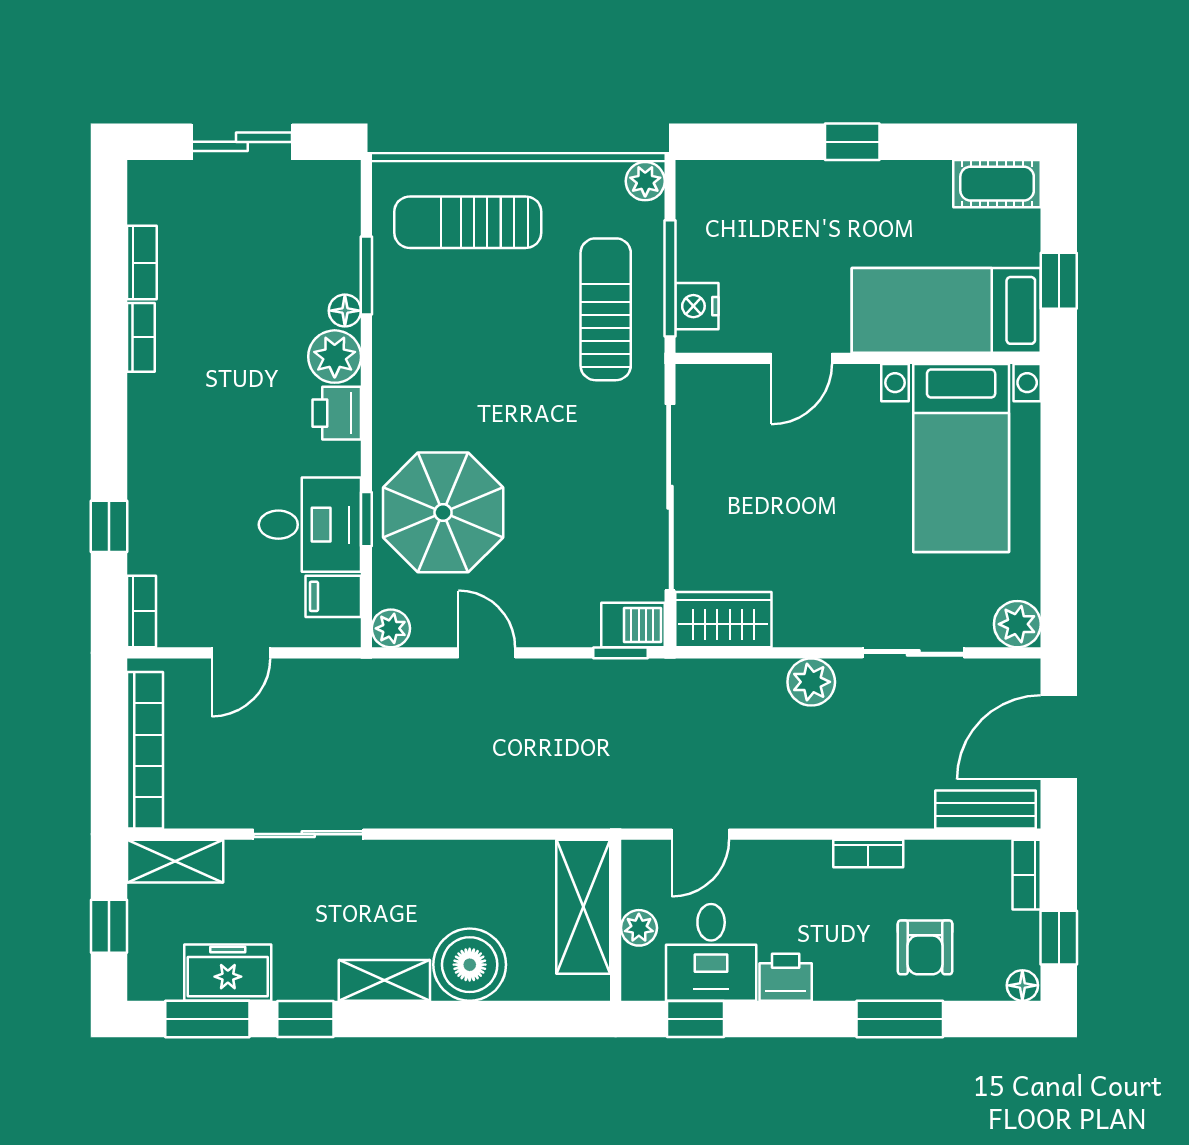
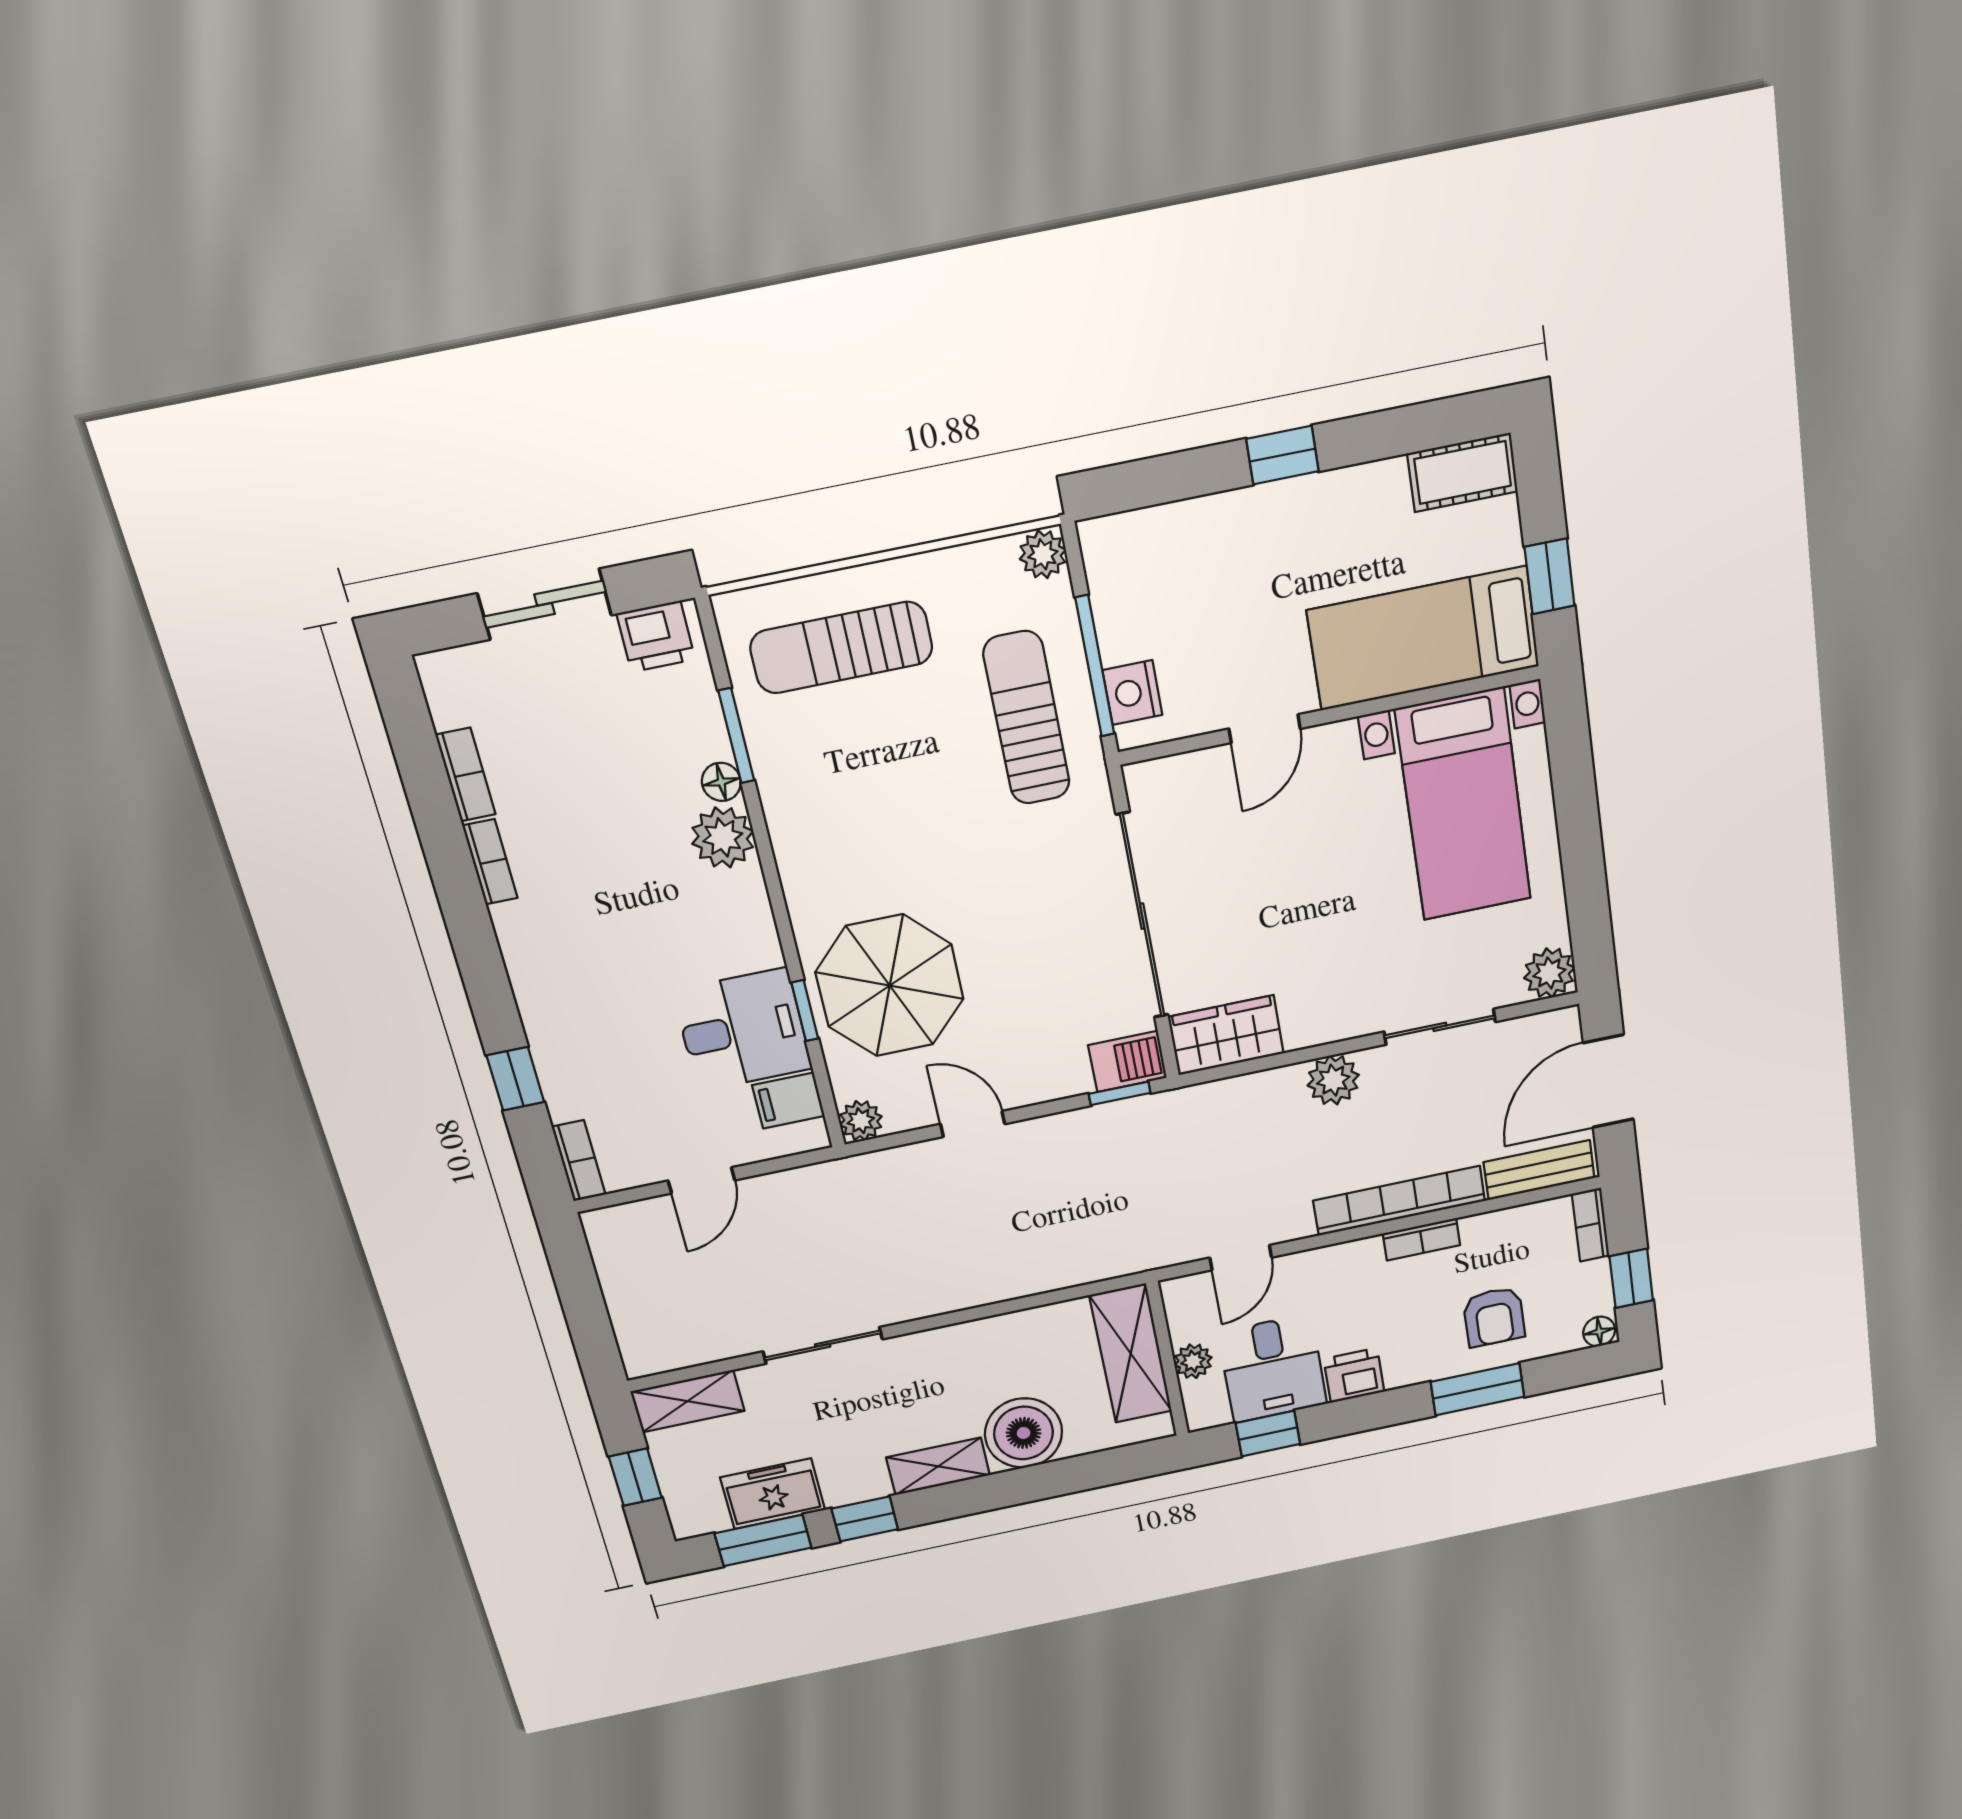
printer: (337, 413) -> (656, 637), moved, turned -90
bookcase: (145, 750) -> (1399, 1201), moved, turned -90

